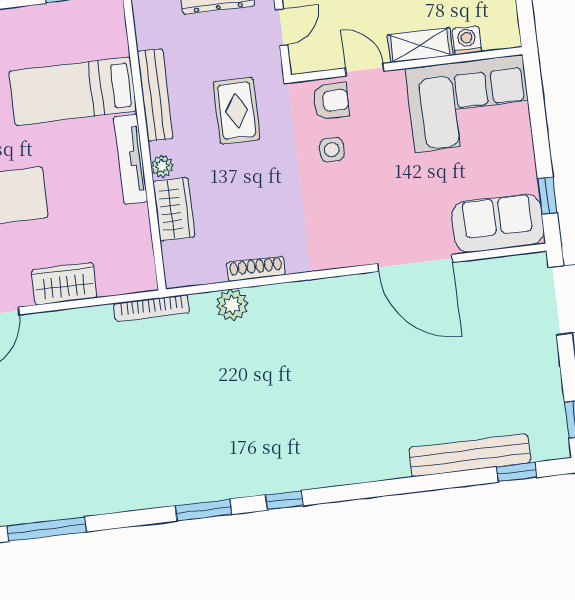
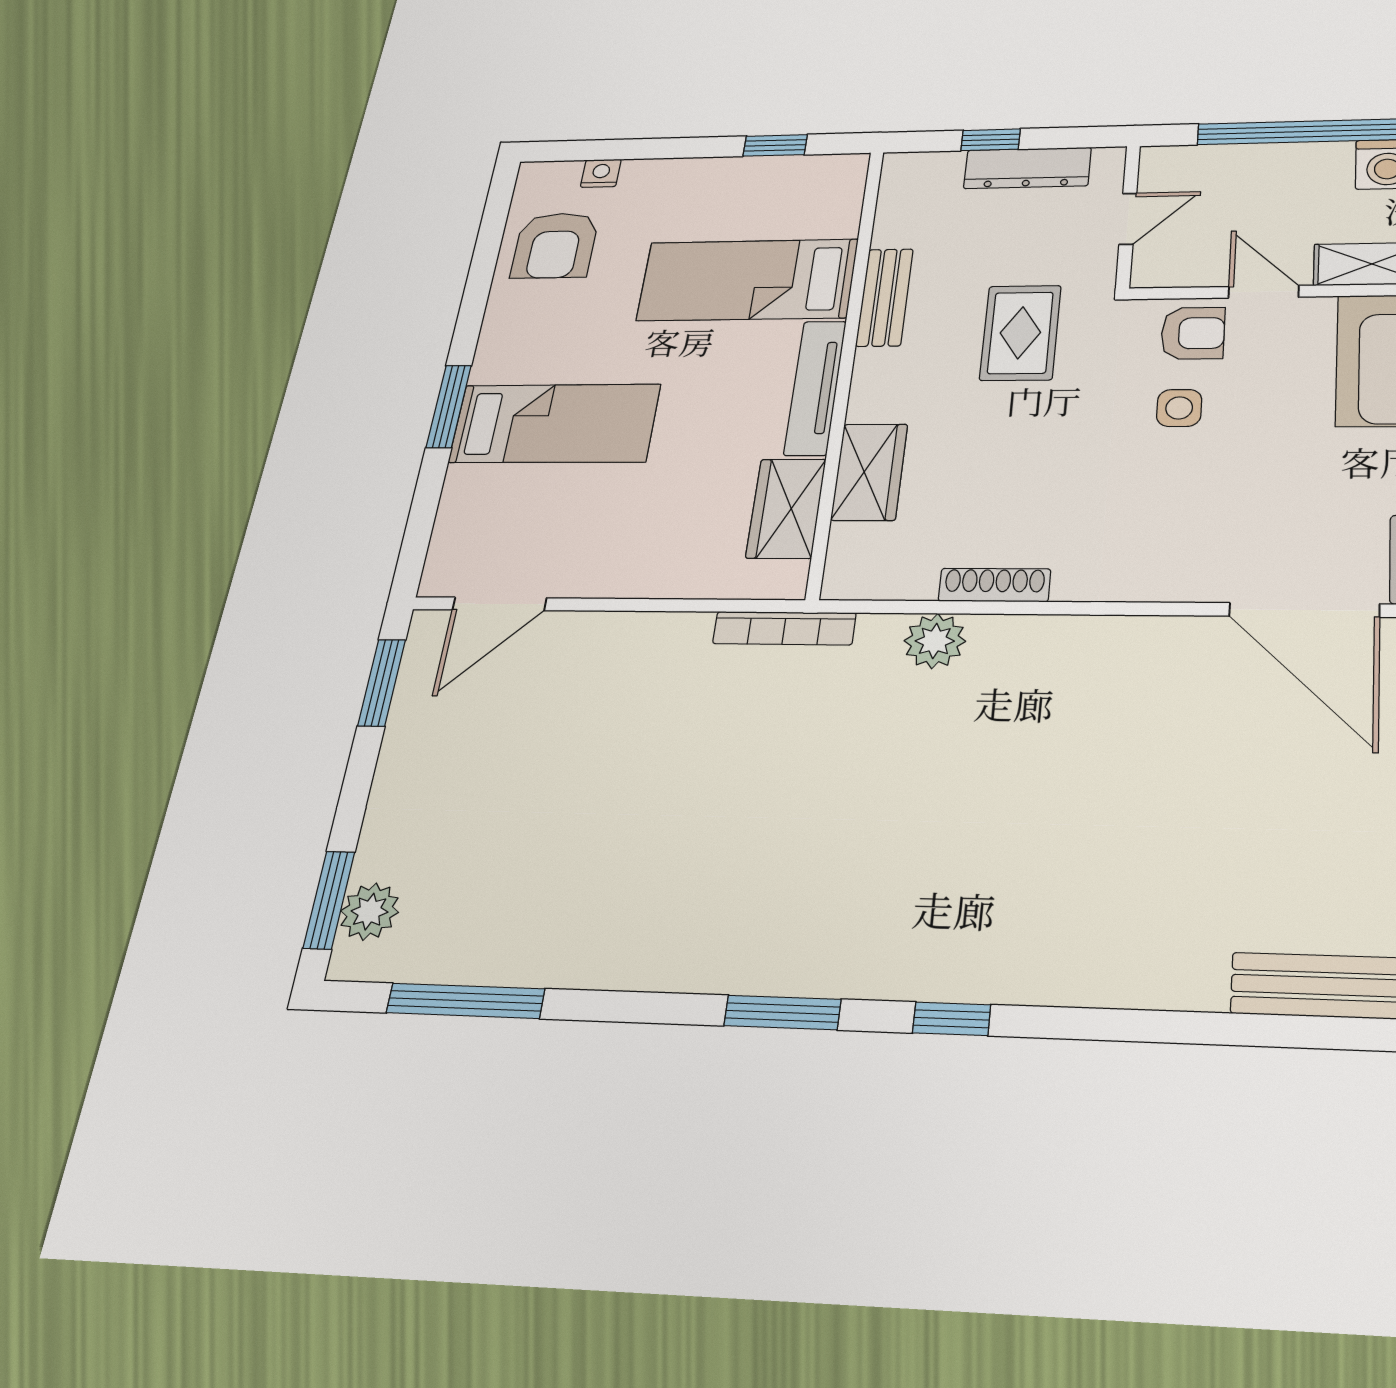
bench: (155, 95) -> (885, 297), width x0.73
plant: (162, 166) -> (867, 404), removed
wardrobe: (64, 284) -> (786, 508), moved, turned -90

